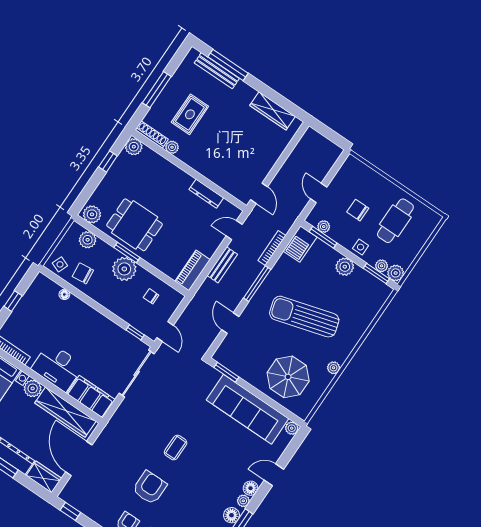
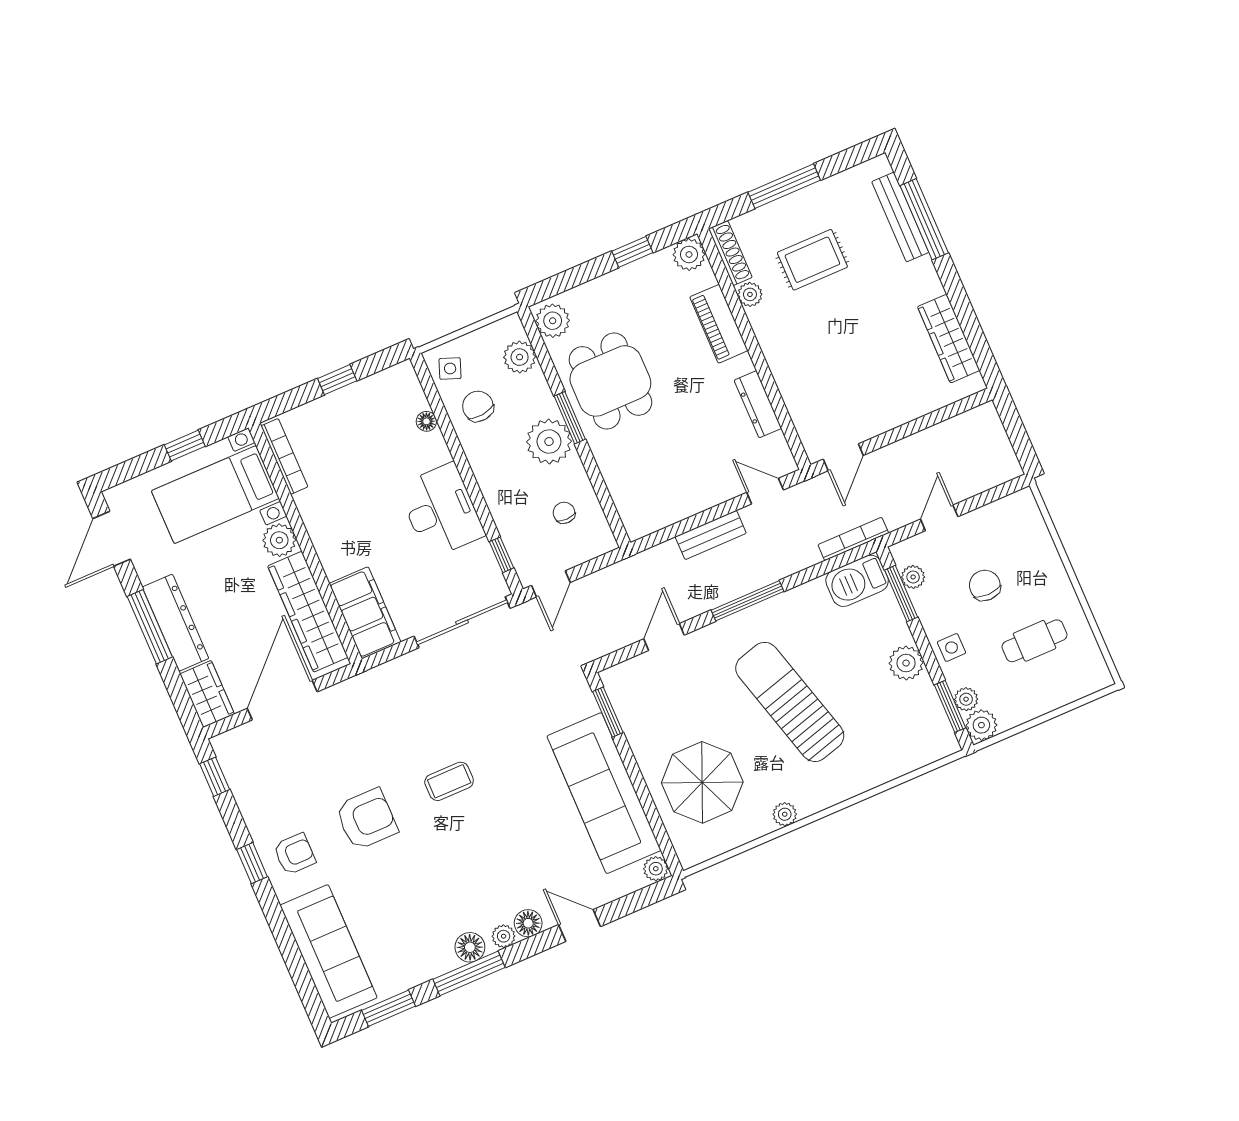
cafe table: (395, 221) -> (1035, 641), width x0.73, depth x0.74
bookcase: (272, 248) -> (853, 539), moved
piano: (193, 270) -> (719, 324), moved, turned -90
desk: (57, 367) -> (441, 511), moved, turned 180

